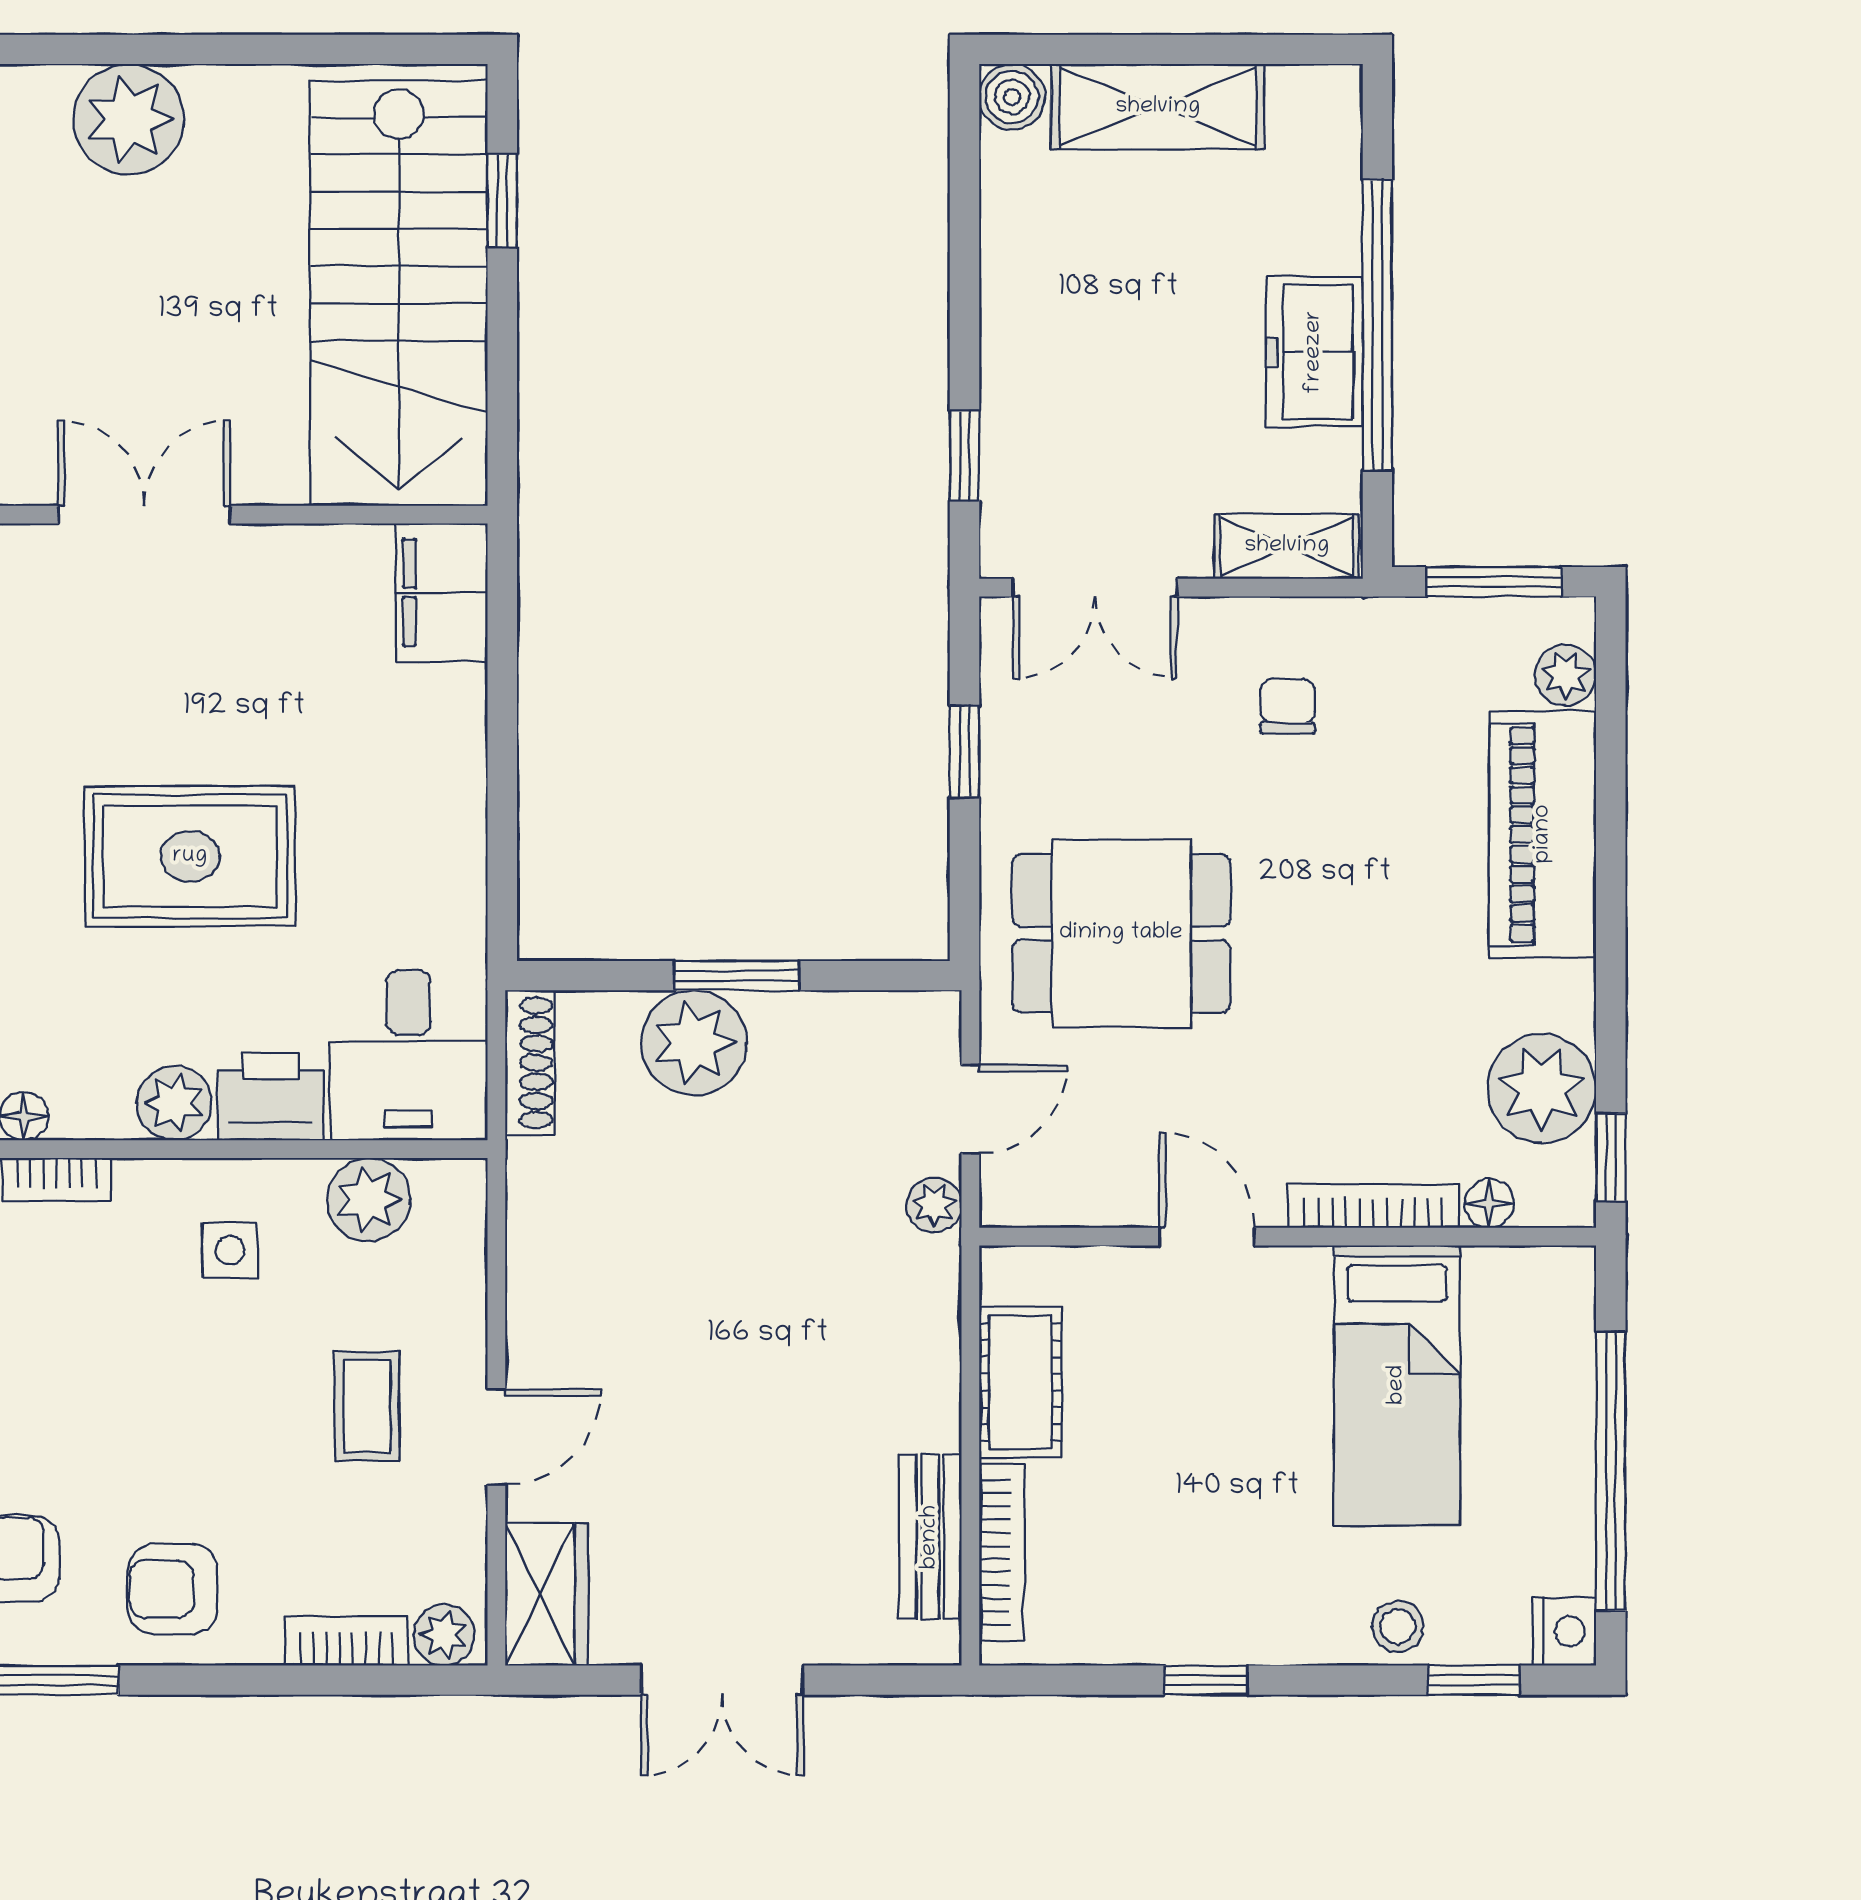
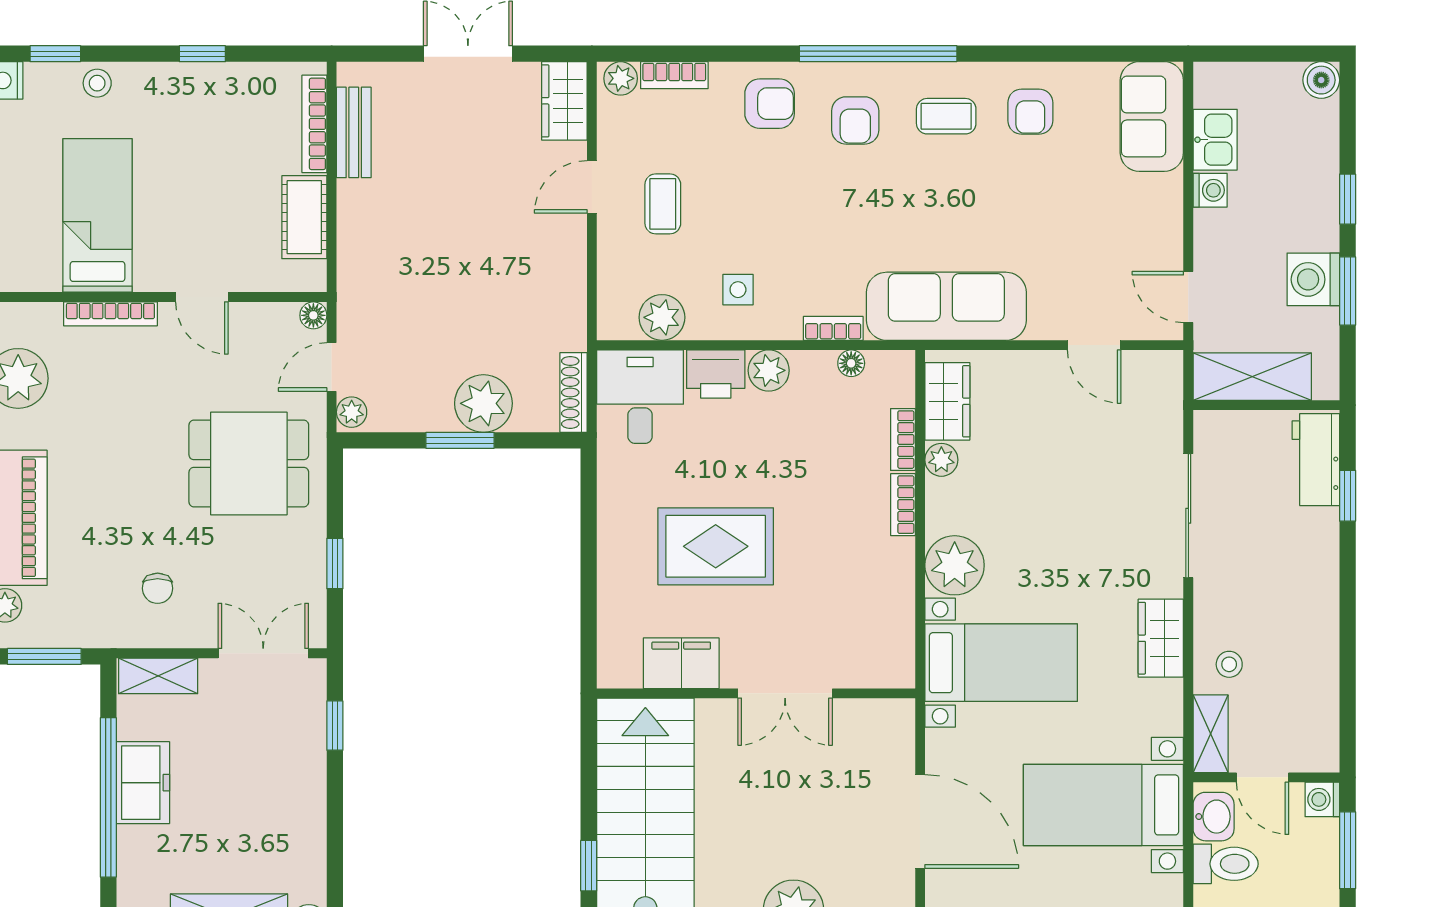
filing cabinet: (442, 592) -> (681, 663), moved, turned -90
rug: (190, 856) -> (716, 546), moved
floor lamp: (1489, 1203) -> (313, 315), moved
plant: (934, 1205) -> (352, 412), moved

